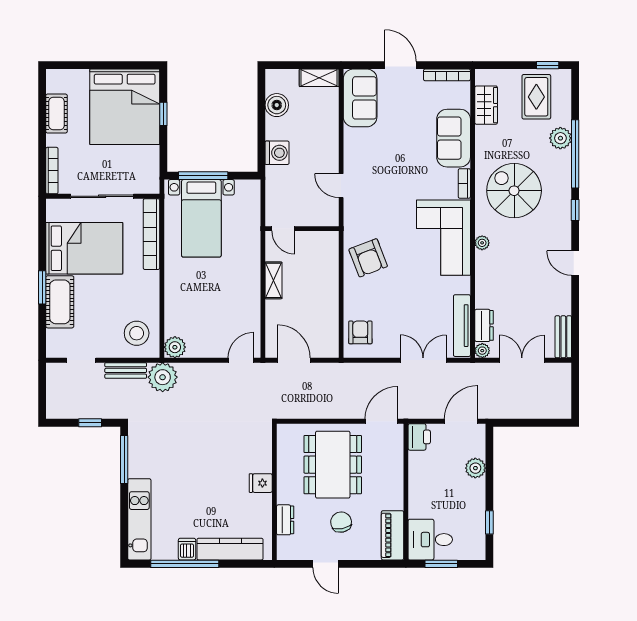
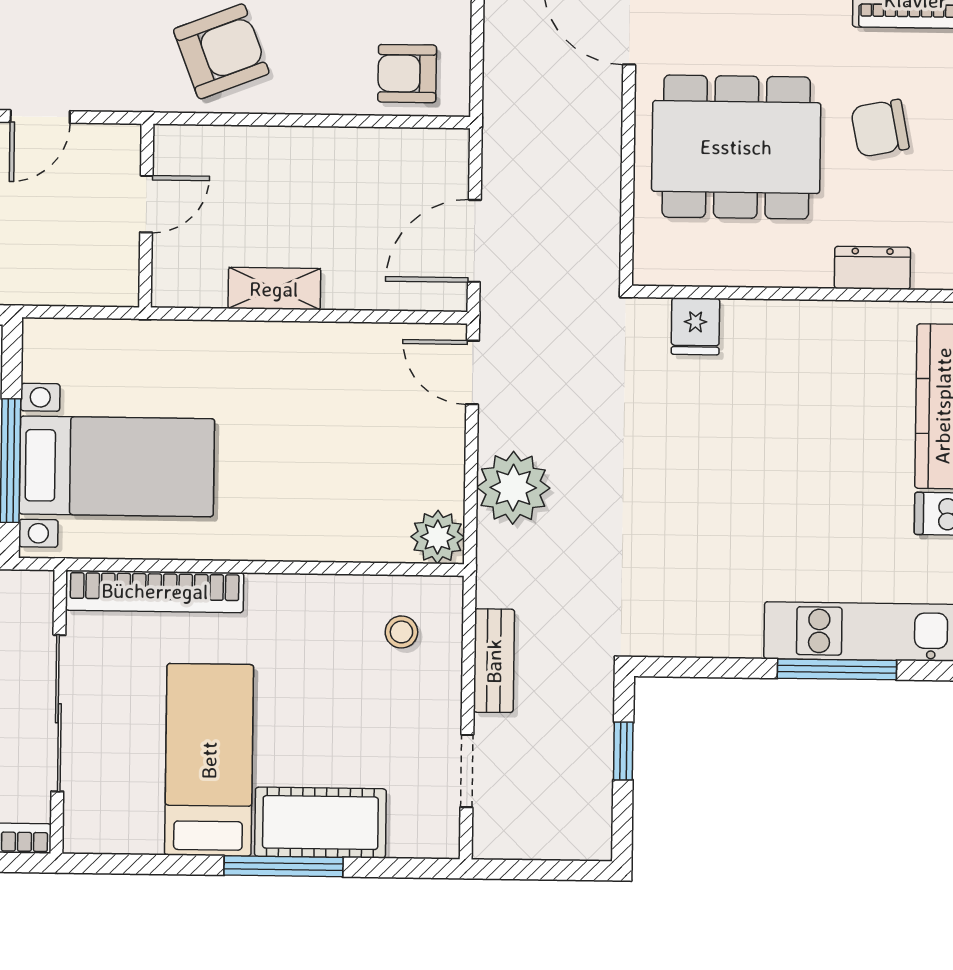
door: (283, 229) -> (146, 204), moved
bed: (84, 248) -> (209, 760), width x0.67
window: (42, 287) -> (283, 866), width x1.44
stool: (137, 333) -> (401, 632), width x0.53, depth x0.53
plant: (163, 377) -> (513, 488), moved
window: (124, 459) -> (837, 669), moved
fridge: (261, 483) -> (695, 326), moved

